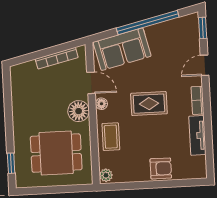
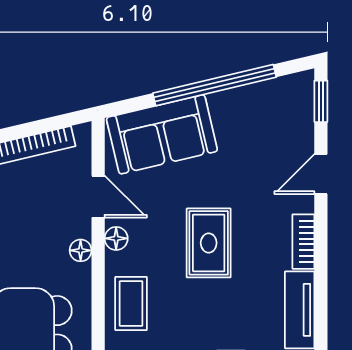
rug: (149, 104) -> (209, 243), turned 90
floor lamp: (79, 111) -> (81, 250), width x0.53, depth x0.53

